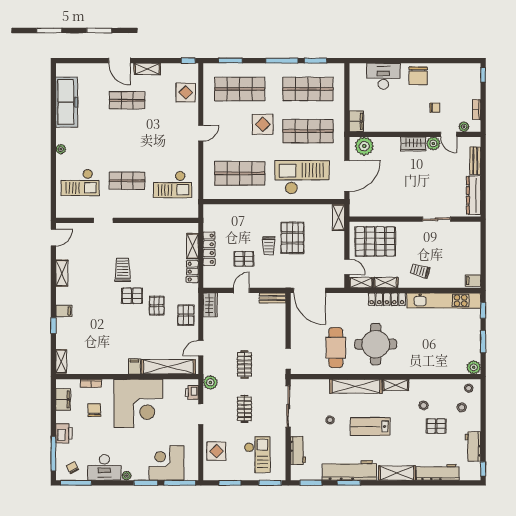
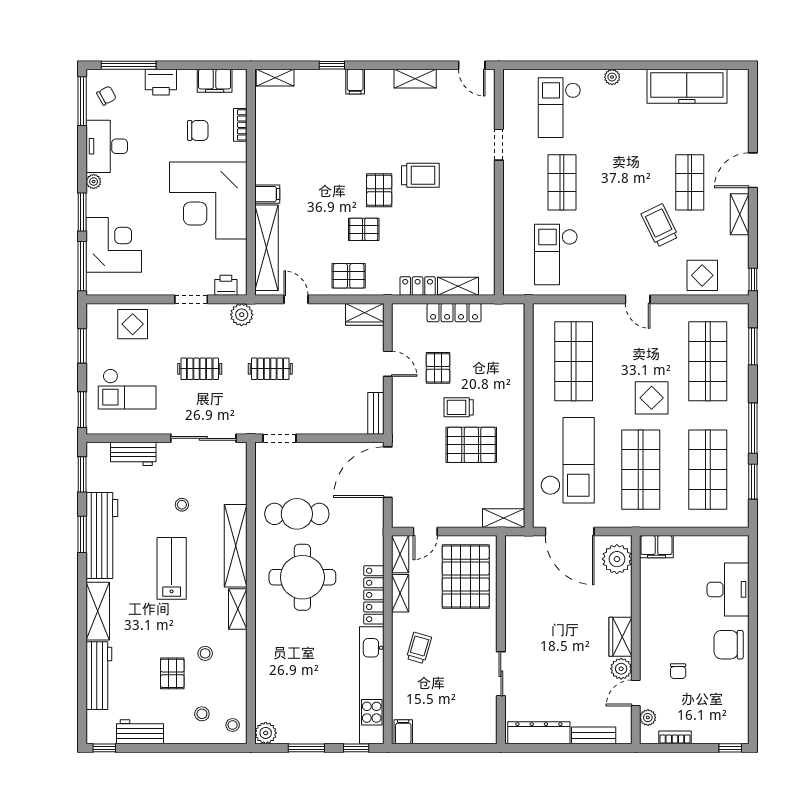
trolley: (154, 119) -> (660, 225), added

